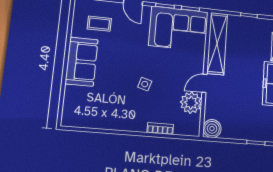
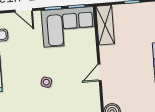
shelving: (217, 44) -> (105, 25), width x0.68
plant: (191, 103) -> (90, 92), removed

